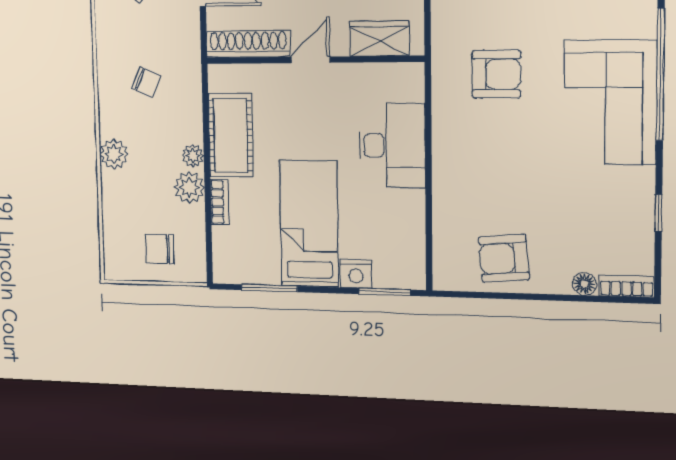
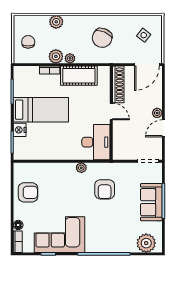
wardrobe: (380, 39) -> (120, 141), removed
chair: (146, 82) -> (102, 38), width x1.87, depth x1.87
corner sofa: (610, 102) -> (59, 235), moved
plant: (444, 131) -> (81, 168), added
desk: (392, 145) -> (96, 142), moved, turned -90
plant: (114, 154) -> (56, 22), moved
armchair: (504, 258) -> (28, 192), turned 95

